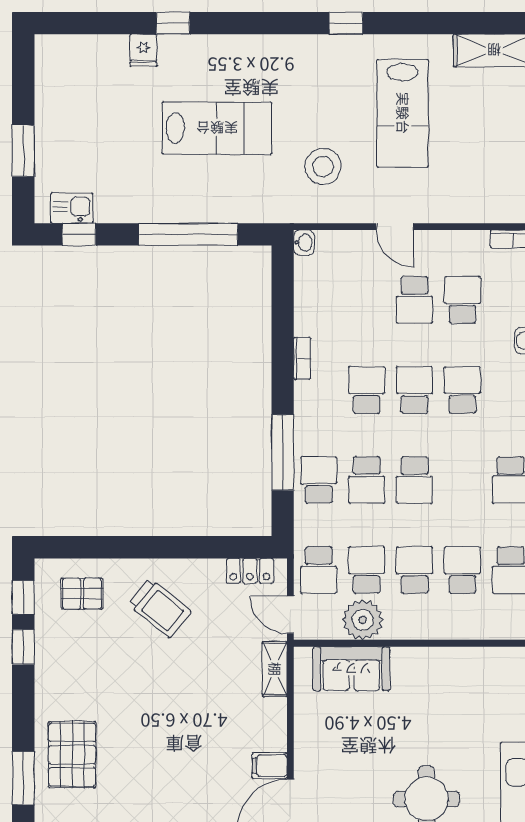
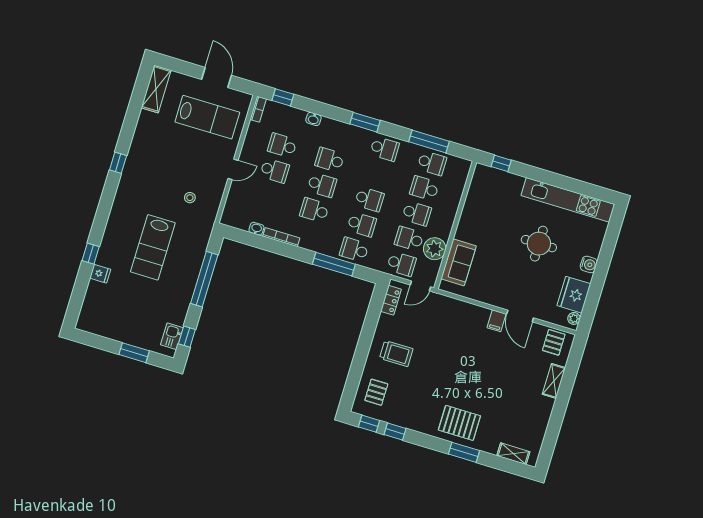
lab bench: (403, 113) -> (207, 117), moved
lab bench: (217, 128) -> (153, 247), turned 180
stool: (323, 166) -> (190, 198), width x0.53, depth x0.53
washbasin: (304, 243) -> (256, 229), moved
bookcase: (302, 358) -> (281, 237), width x1.56
school desk: (415, 390) -> (322, 185), turned 180
school desk: (415, 570) -> (417, 214), turned 180
trolley: (160, 608) -> (396, 354), turned 51
shelving: (275, 669) -> (446, 303), removed

